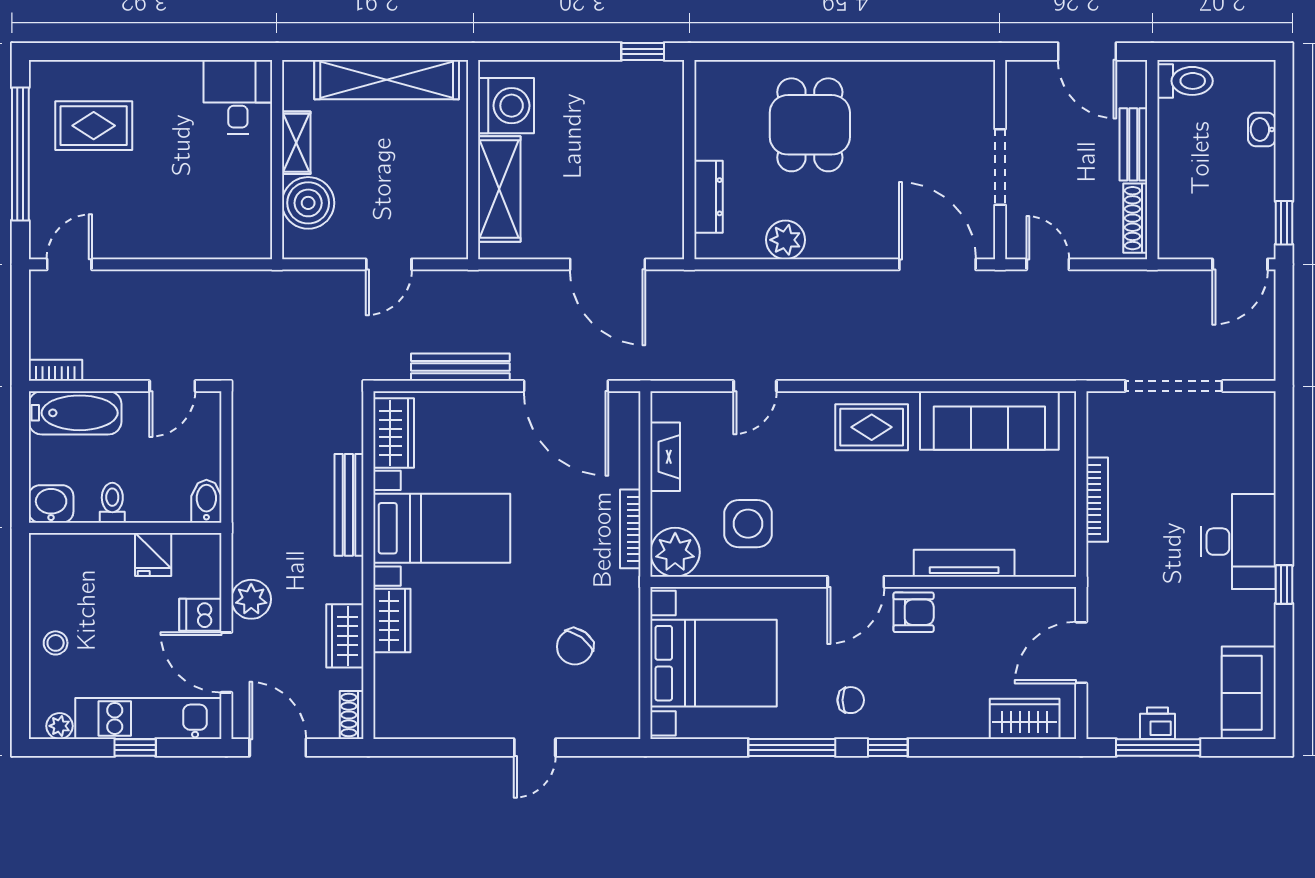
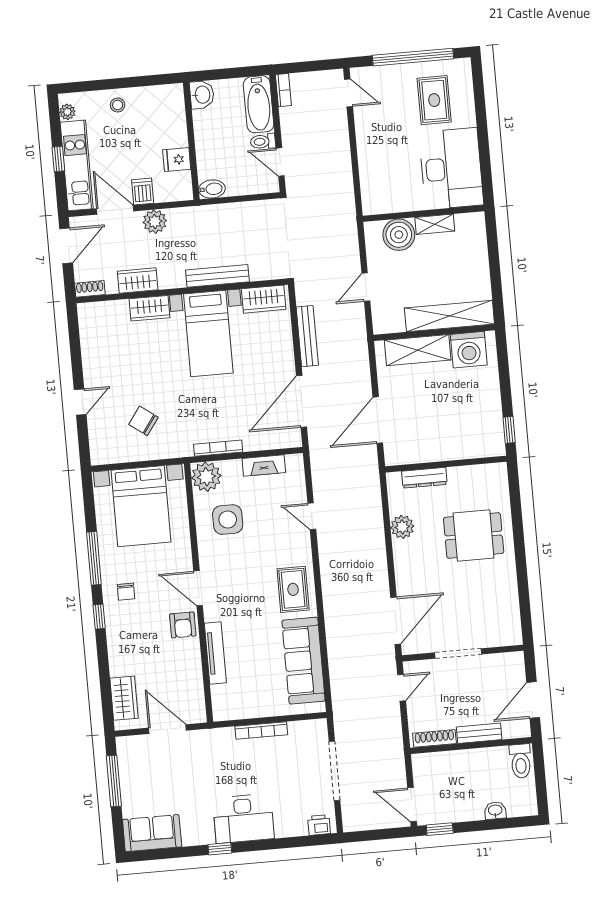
shelving: (387, 80) -> (449, 316), moved, turned 90
desk: (238, 97) -> (451, 169), width x1.87, depth x1.30
door: (389, 264) -> (366, 287), hinge flipped
toilet: (112, 503) -> (263, 141), moved, turned 180
door: (226, 662) -> (115, 210), hinge flipped
printer: (1157, 723) -> (319, 825), moved, turned -90
door: (535, 747) -> (80, 402), swing flipped

